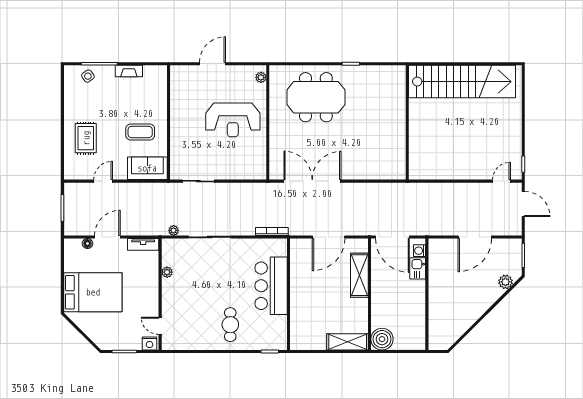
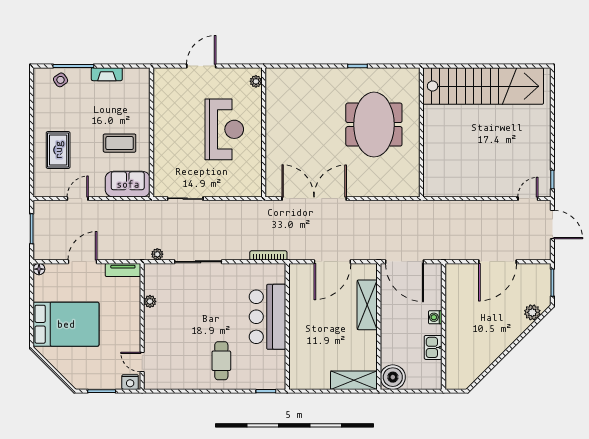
meeting table: (316, 97) -> (374, 125), moved, turned 90
reception desk: (233, 120) -> (224, 129), turned -90
floor lamp: (87, 244) -> (39, 269), moved
washing machine: (420, 251) -> (435, 317), moved
kitchen sink: (418, 268) -> (433, 347), moved

